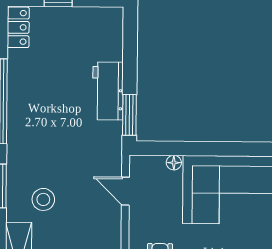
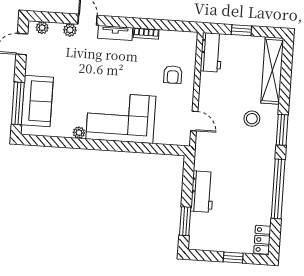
window: (129, 115) -> (185, 221), moved
floor lamp: (174, 163) -> (159, 139), removed

